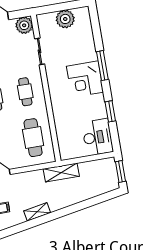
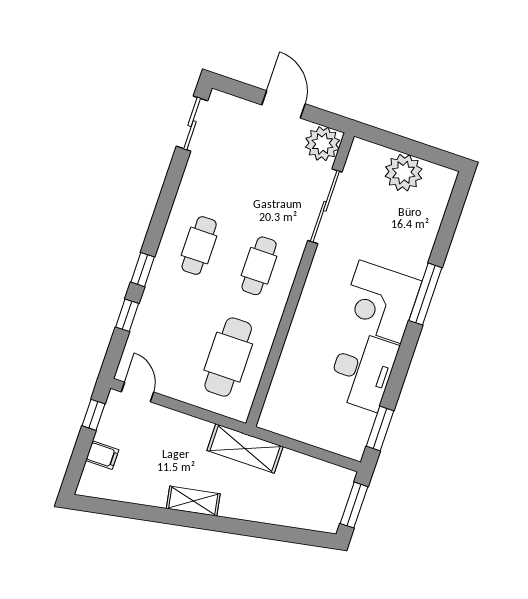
sliding door: (40, 51) -> (325, 206), width x1.37
window: (110, 111) -> (380, 428), moved
desk: (97, 137) -> (362, 370), moved
shelving: (37, 212) -> (193, 501), moved

